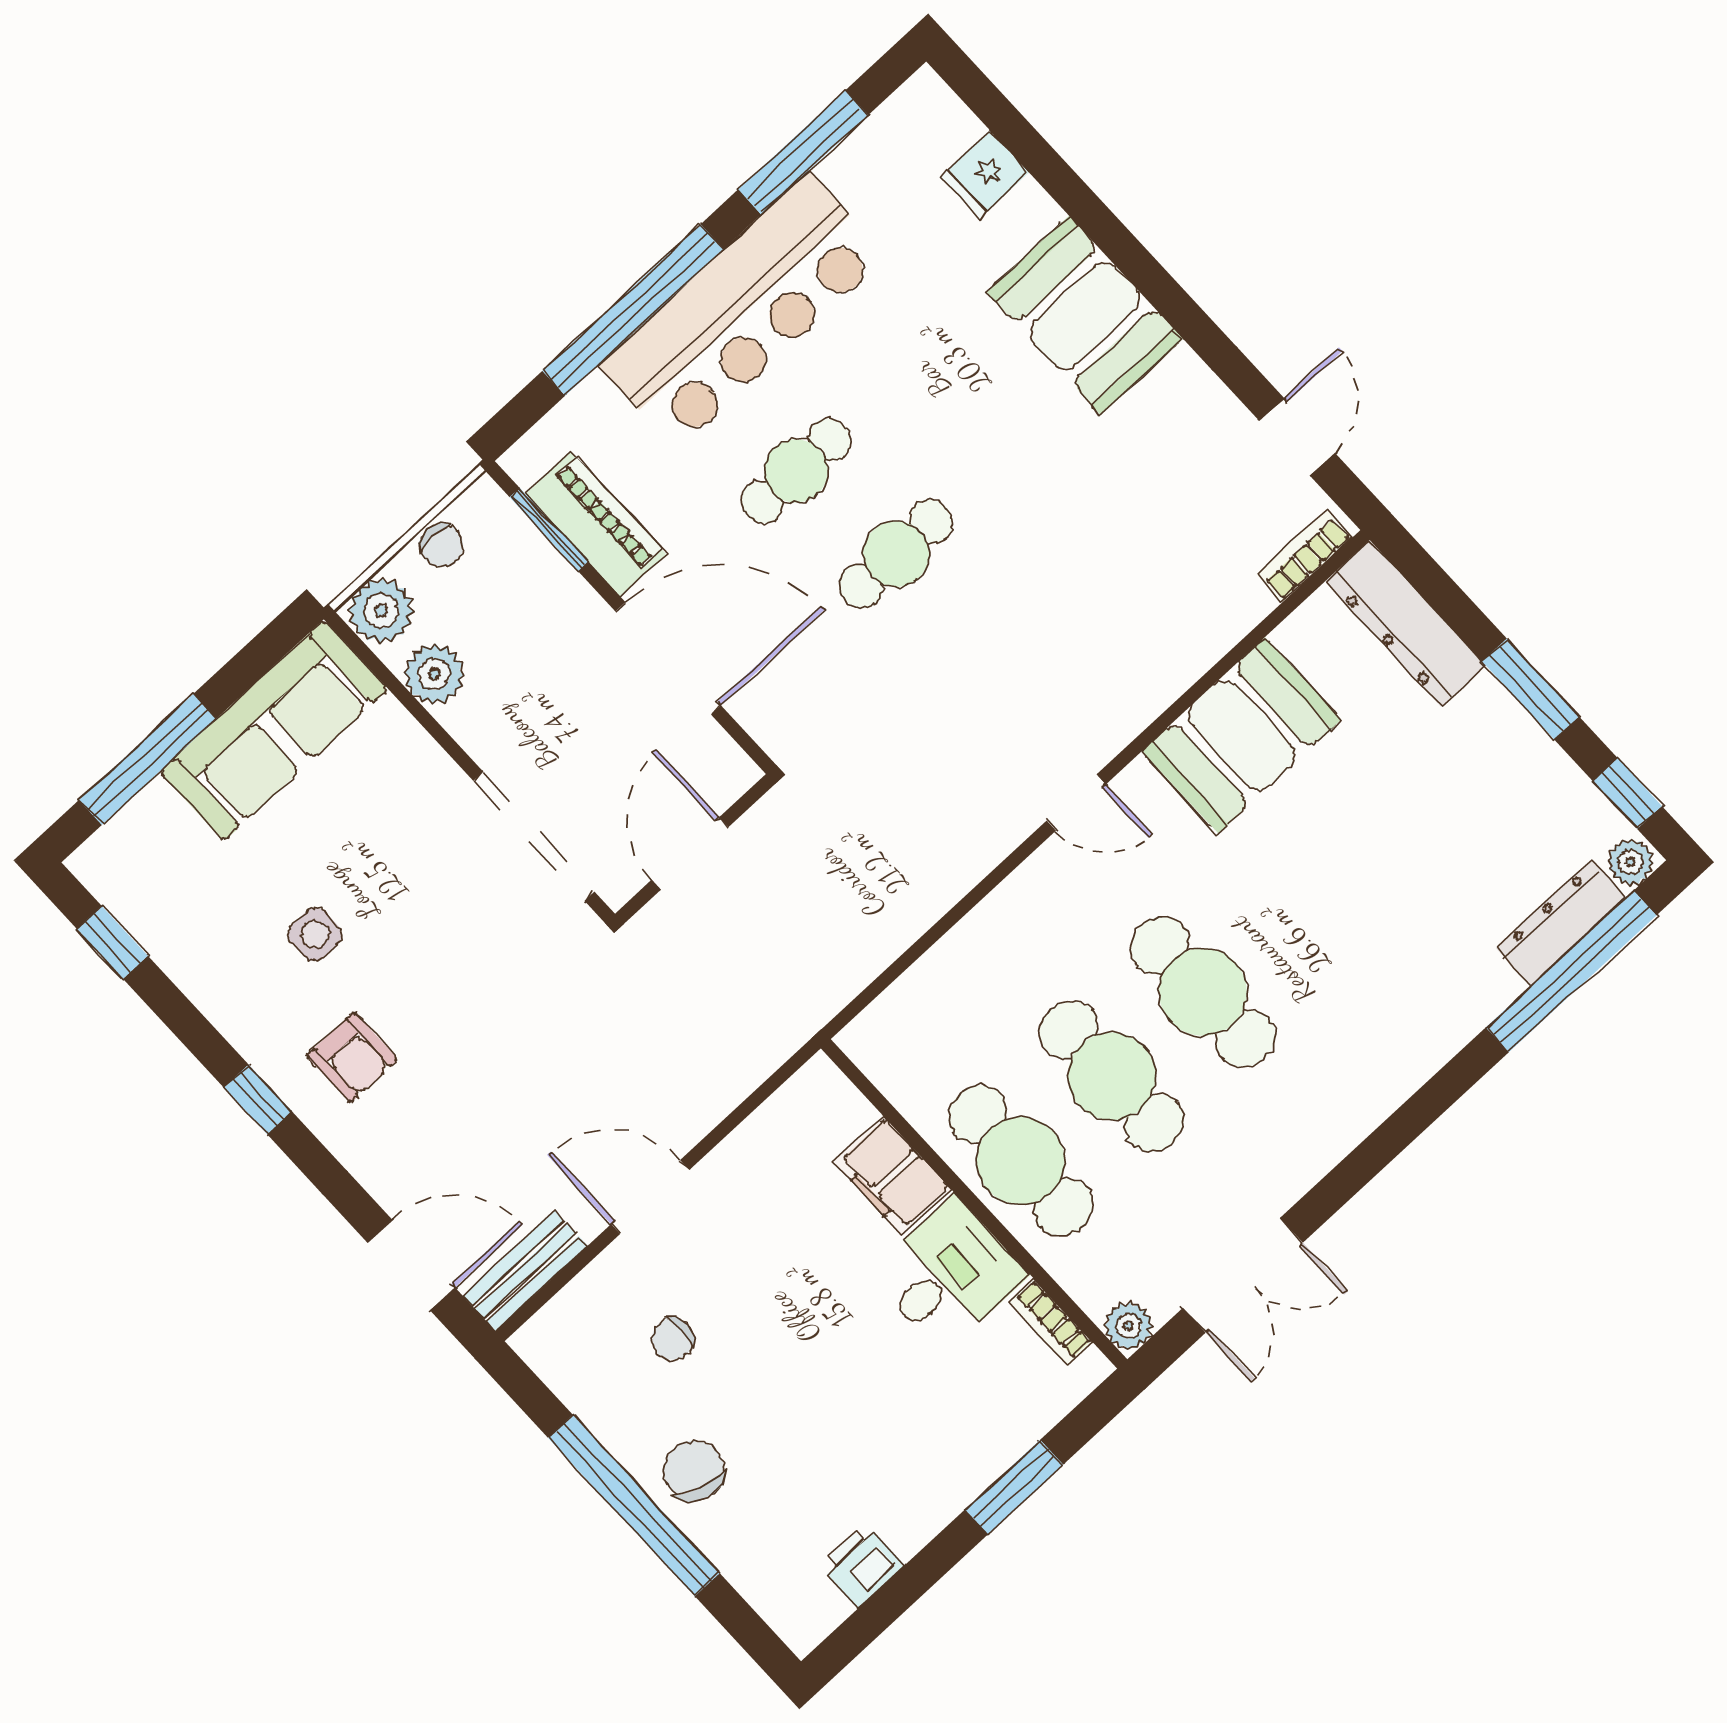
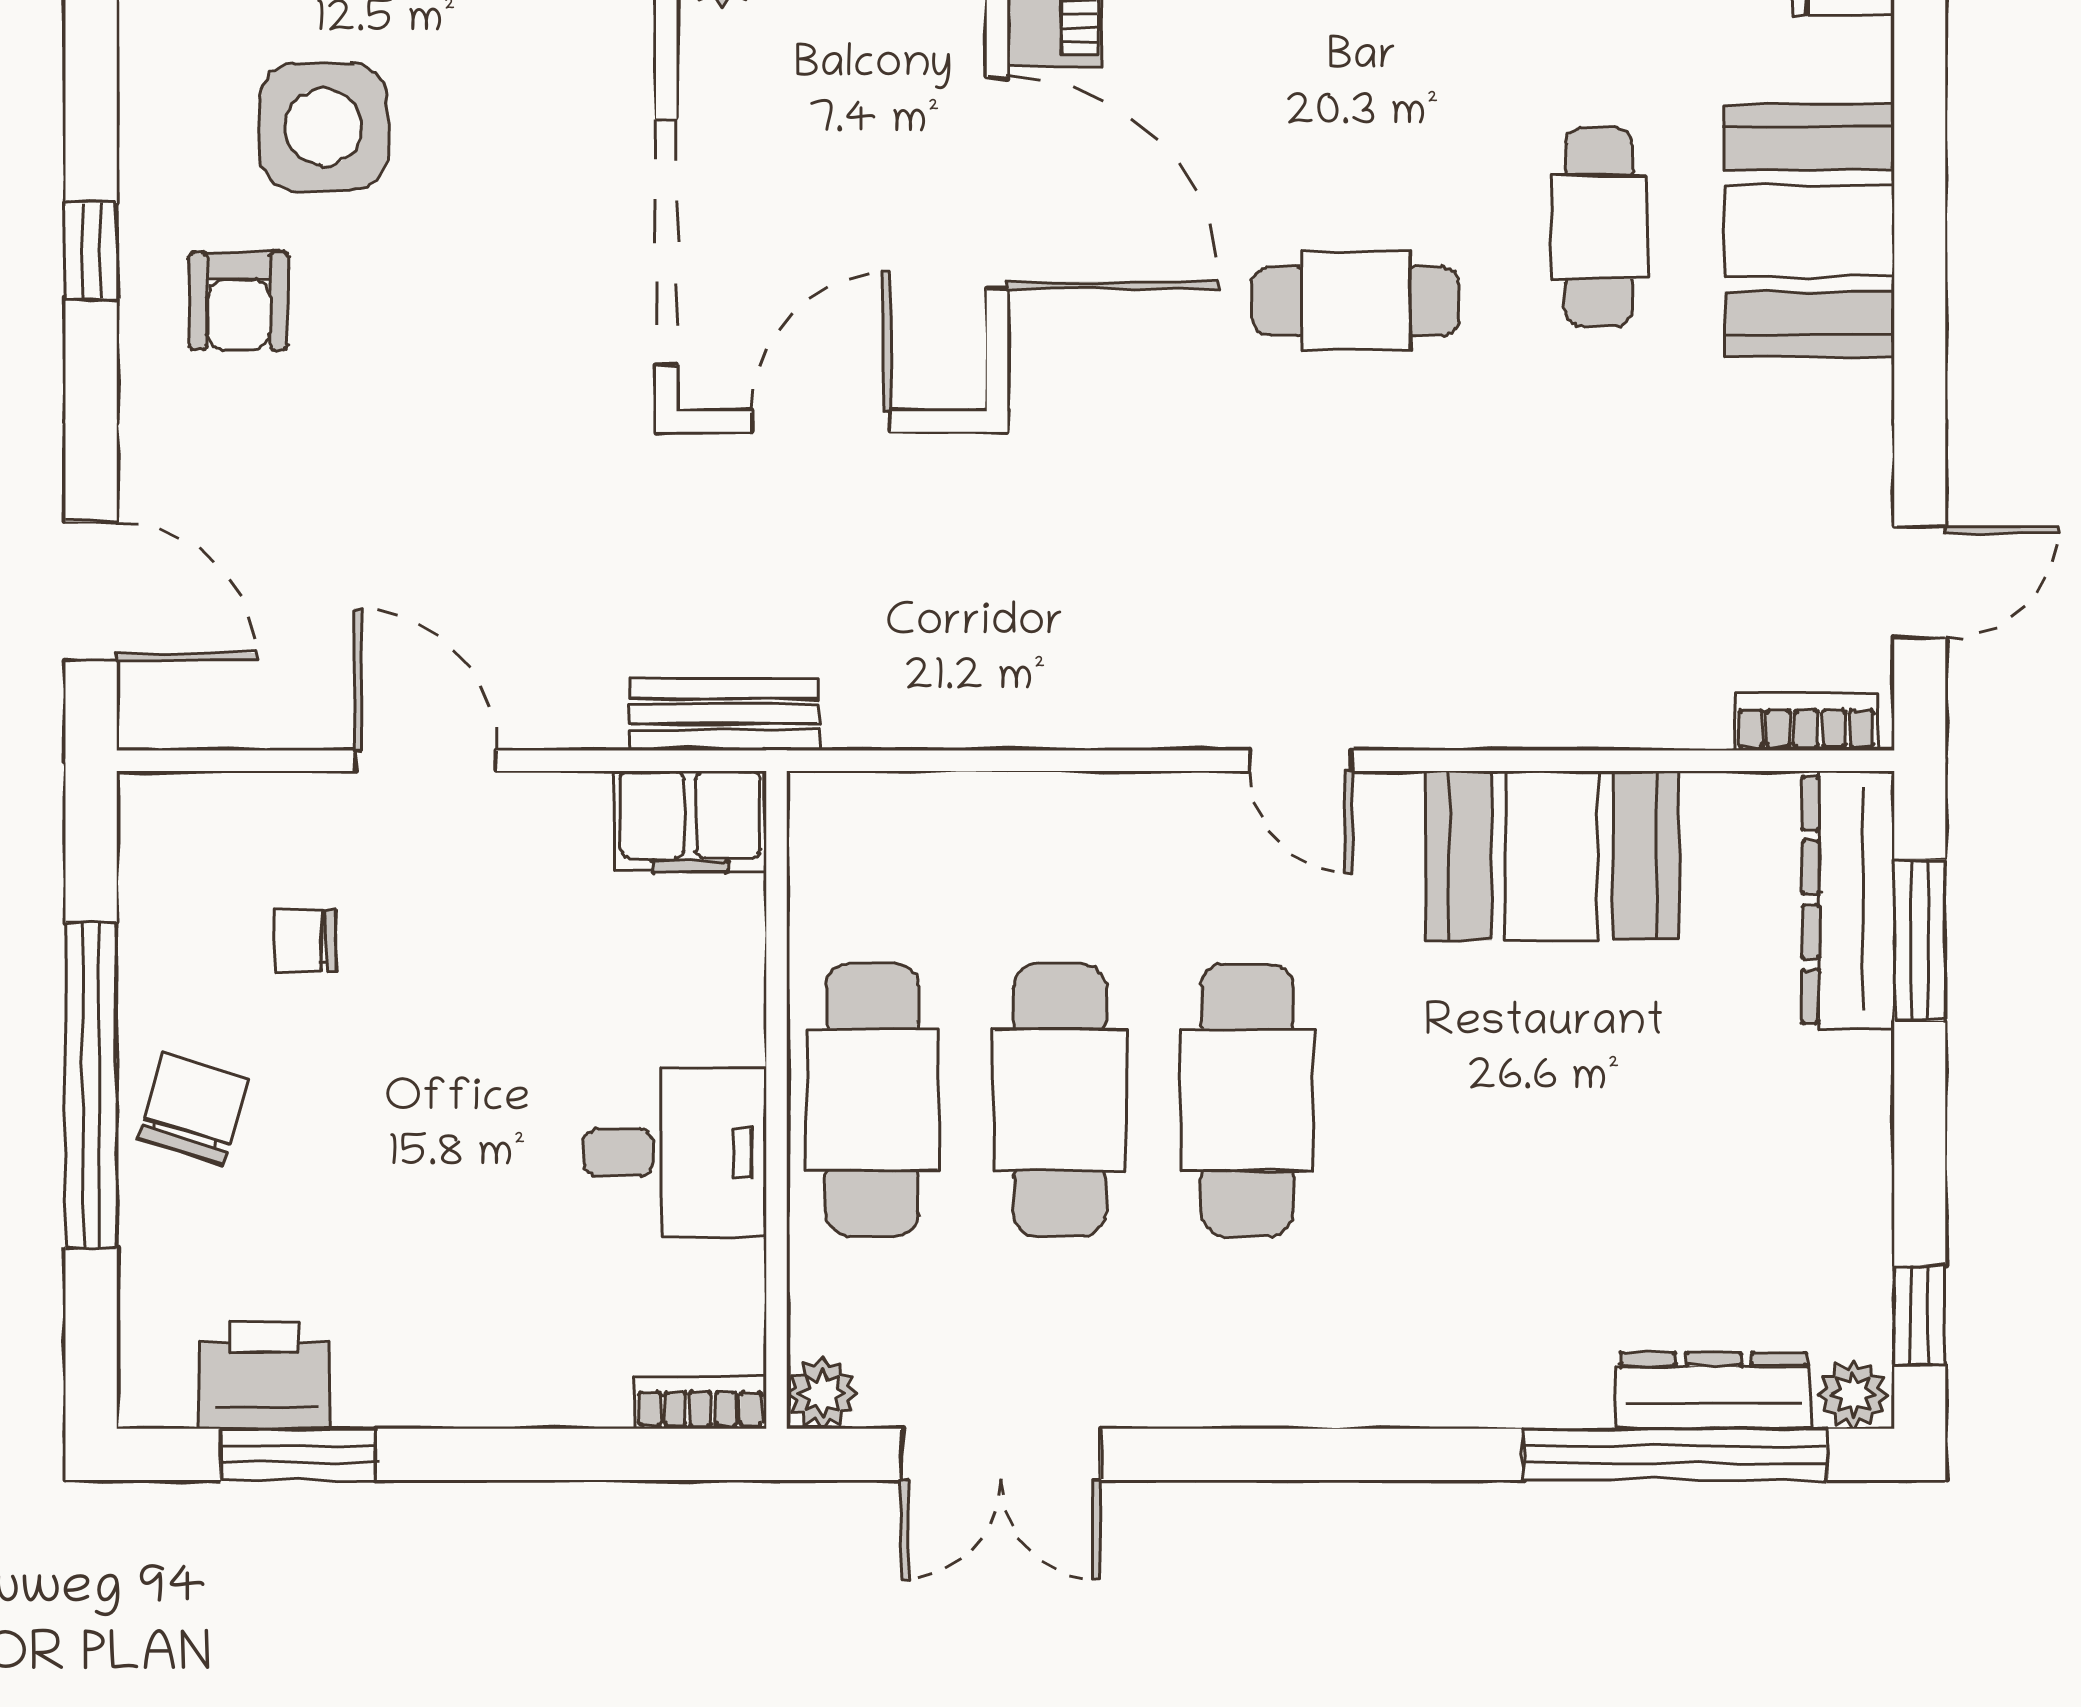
cafe table: (796, 471) -> (1599, 227), moved, turned 90
window: (1531, 689) -> (1920, 940), moved
side table: (315, 935) -> (323, 127), width x1.87, depth x1.87
filing cabinet: (892, 1175) -> (690, 822), moved, turned -90
bench: (525, 1271) -> (724, 714), moved
bookcase: (1051, 1322) -> (700, 1403), moved, turned 90
window: (1014, 1487) -> (298, 1454), moved
printer: (862, 1566) -> (264, 1375), width x1.36, depth x1.24

